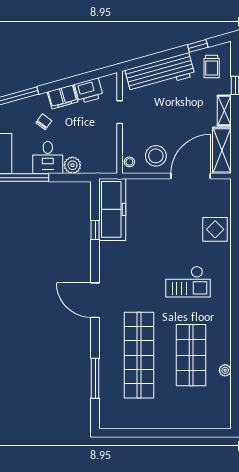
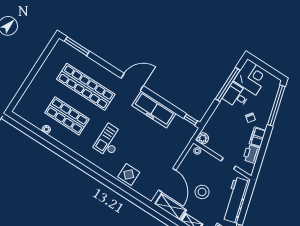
stool: (156, 156) -> (202, 192), moved
desk: (48, 158) -> (236, 96), moved
plant: (72, 165) -> (203, 138), moved
freezer: (112, 209) -> (154, 109), moved
window: (95, 230) -> (191, 120), moved
window: (95, 378) -> (77, 46), moved

